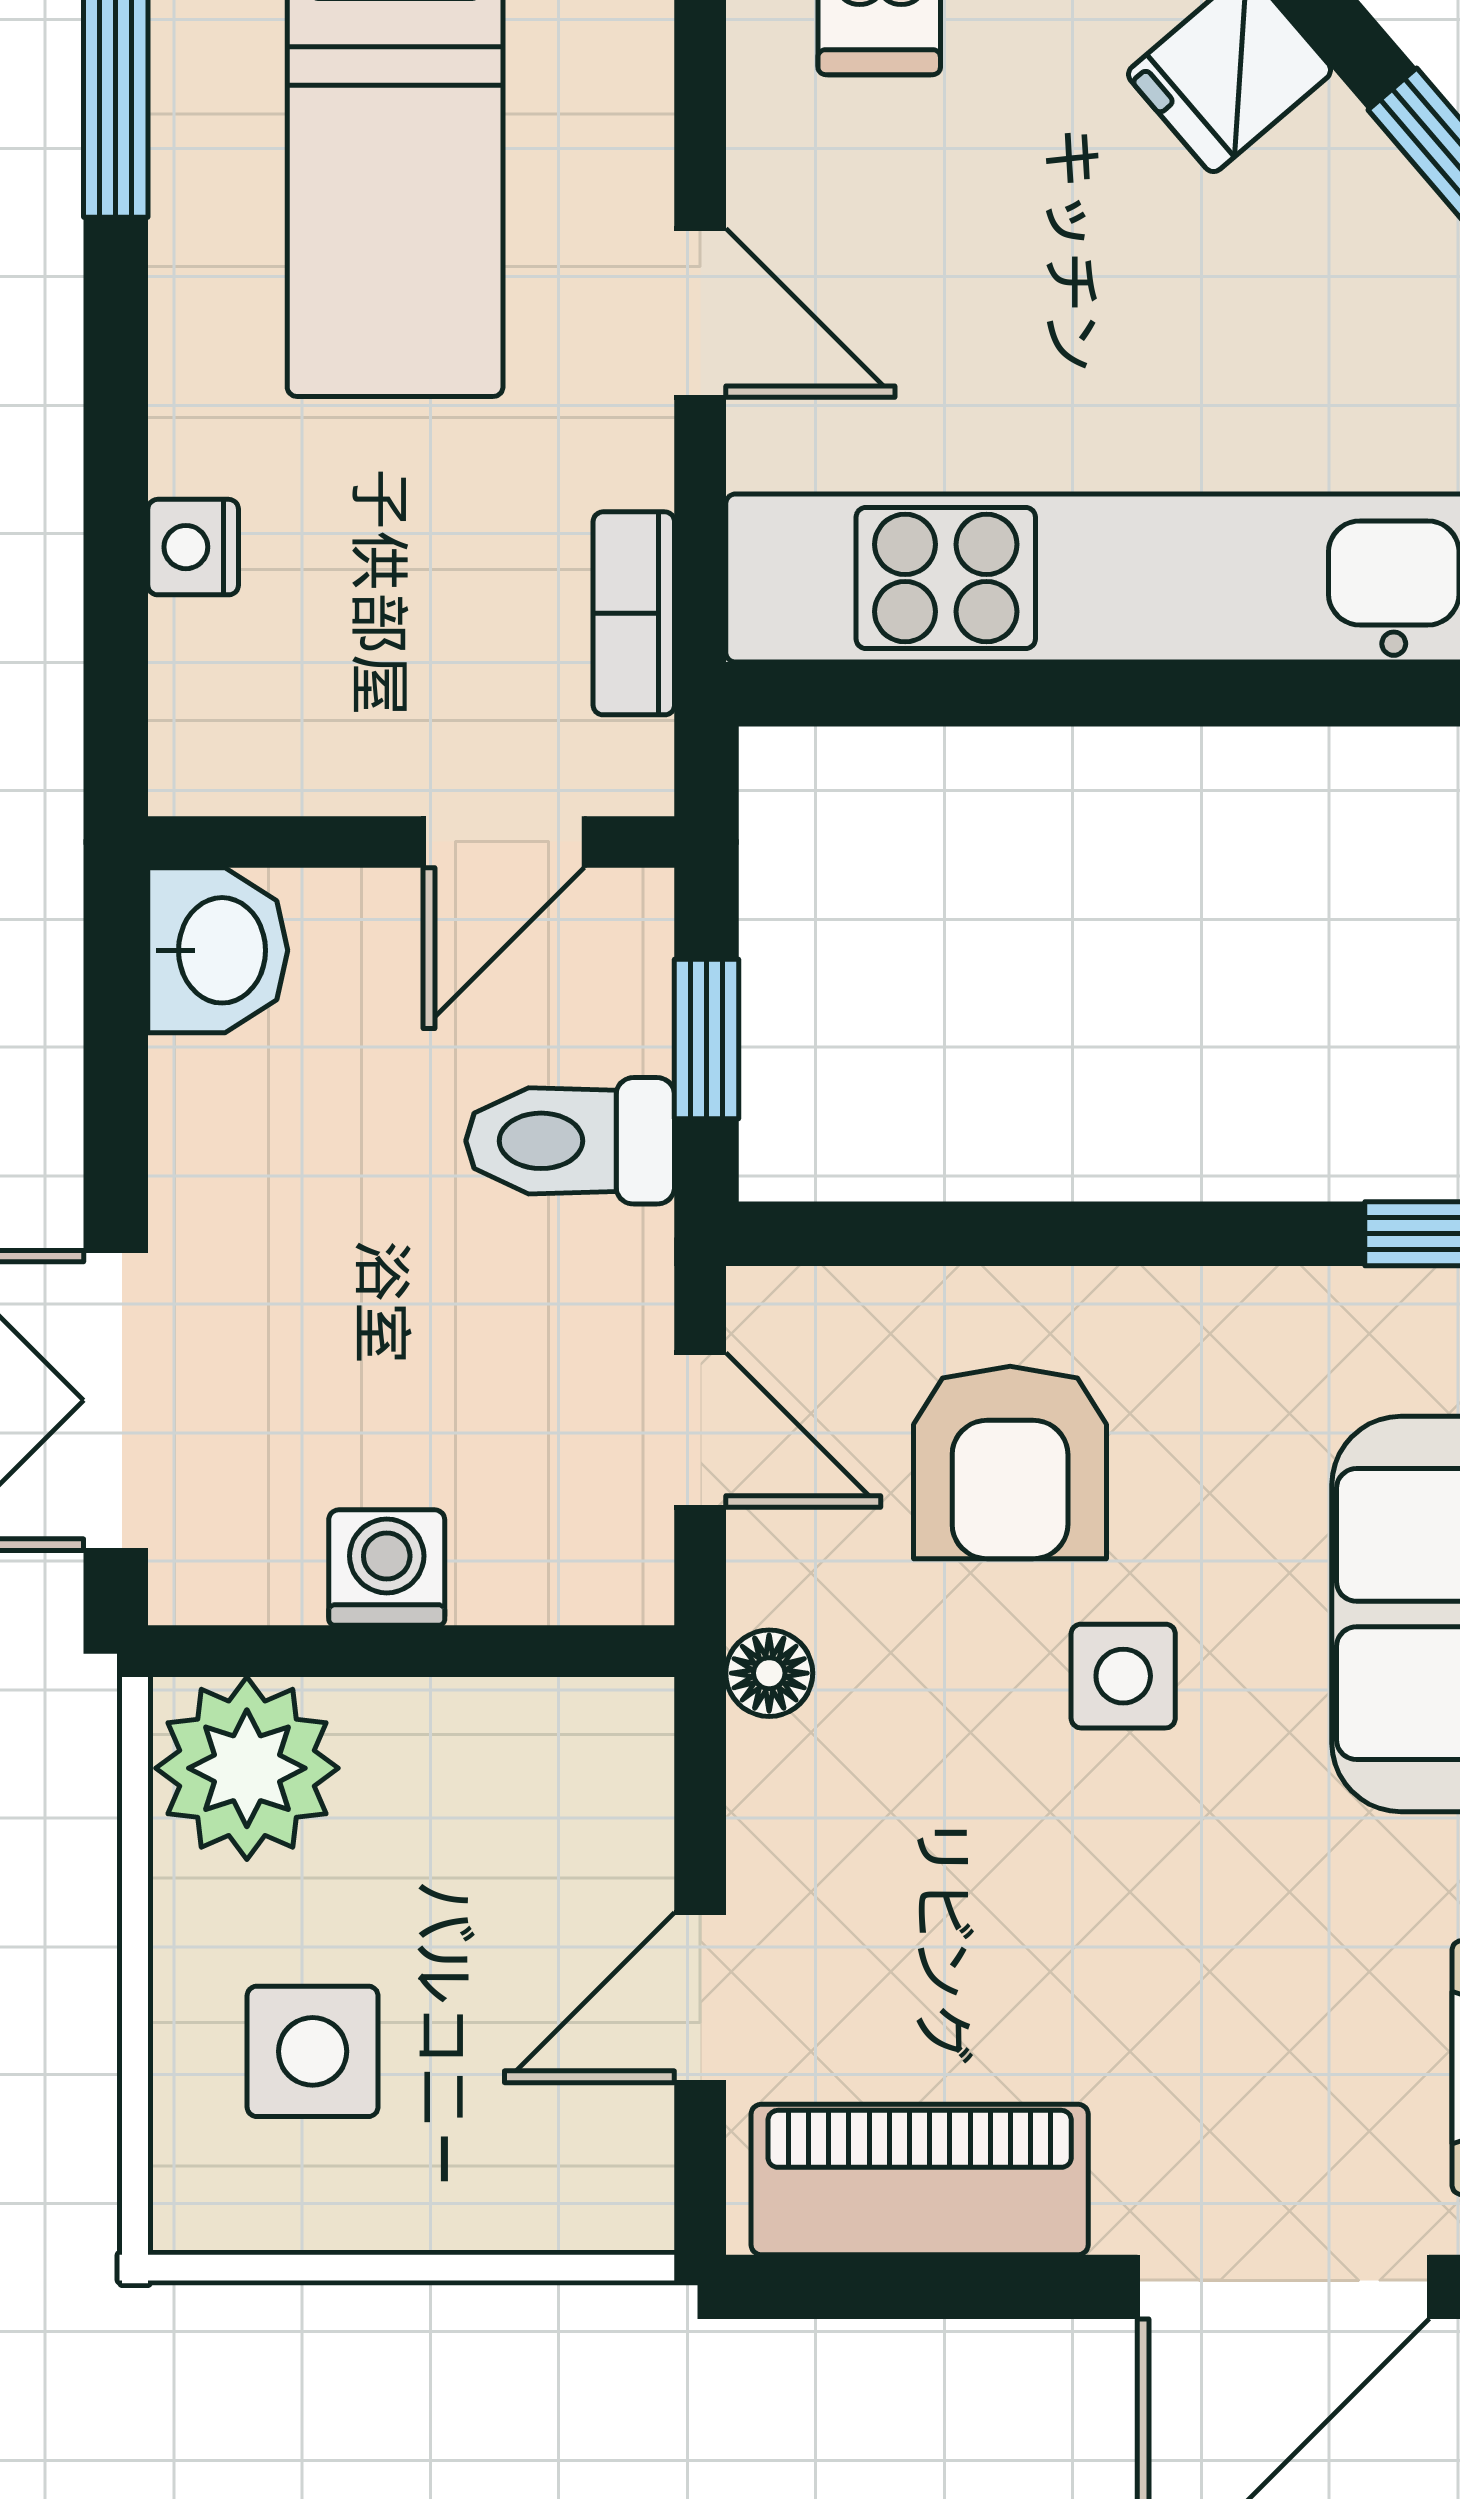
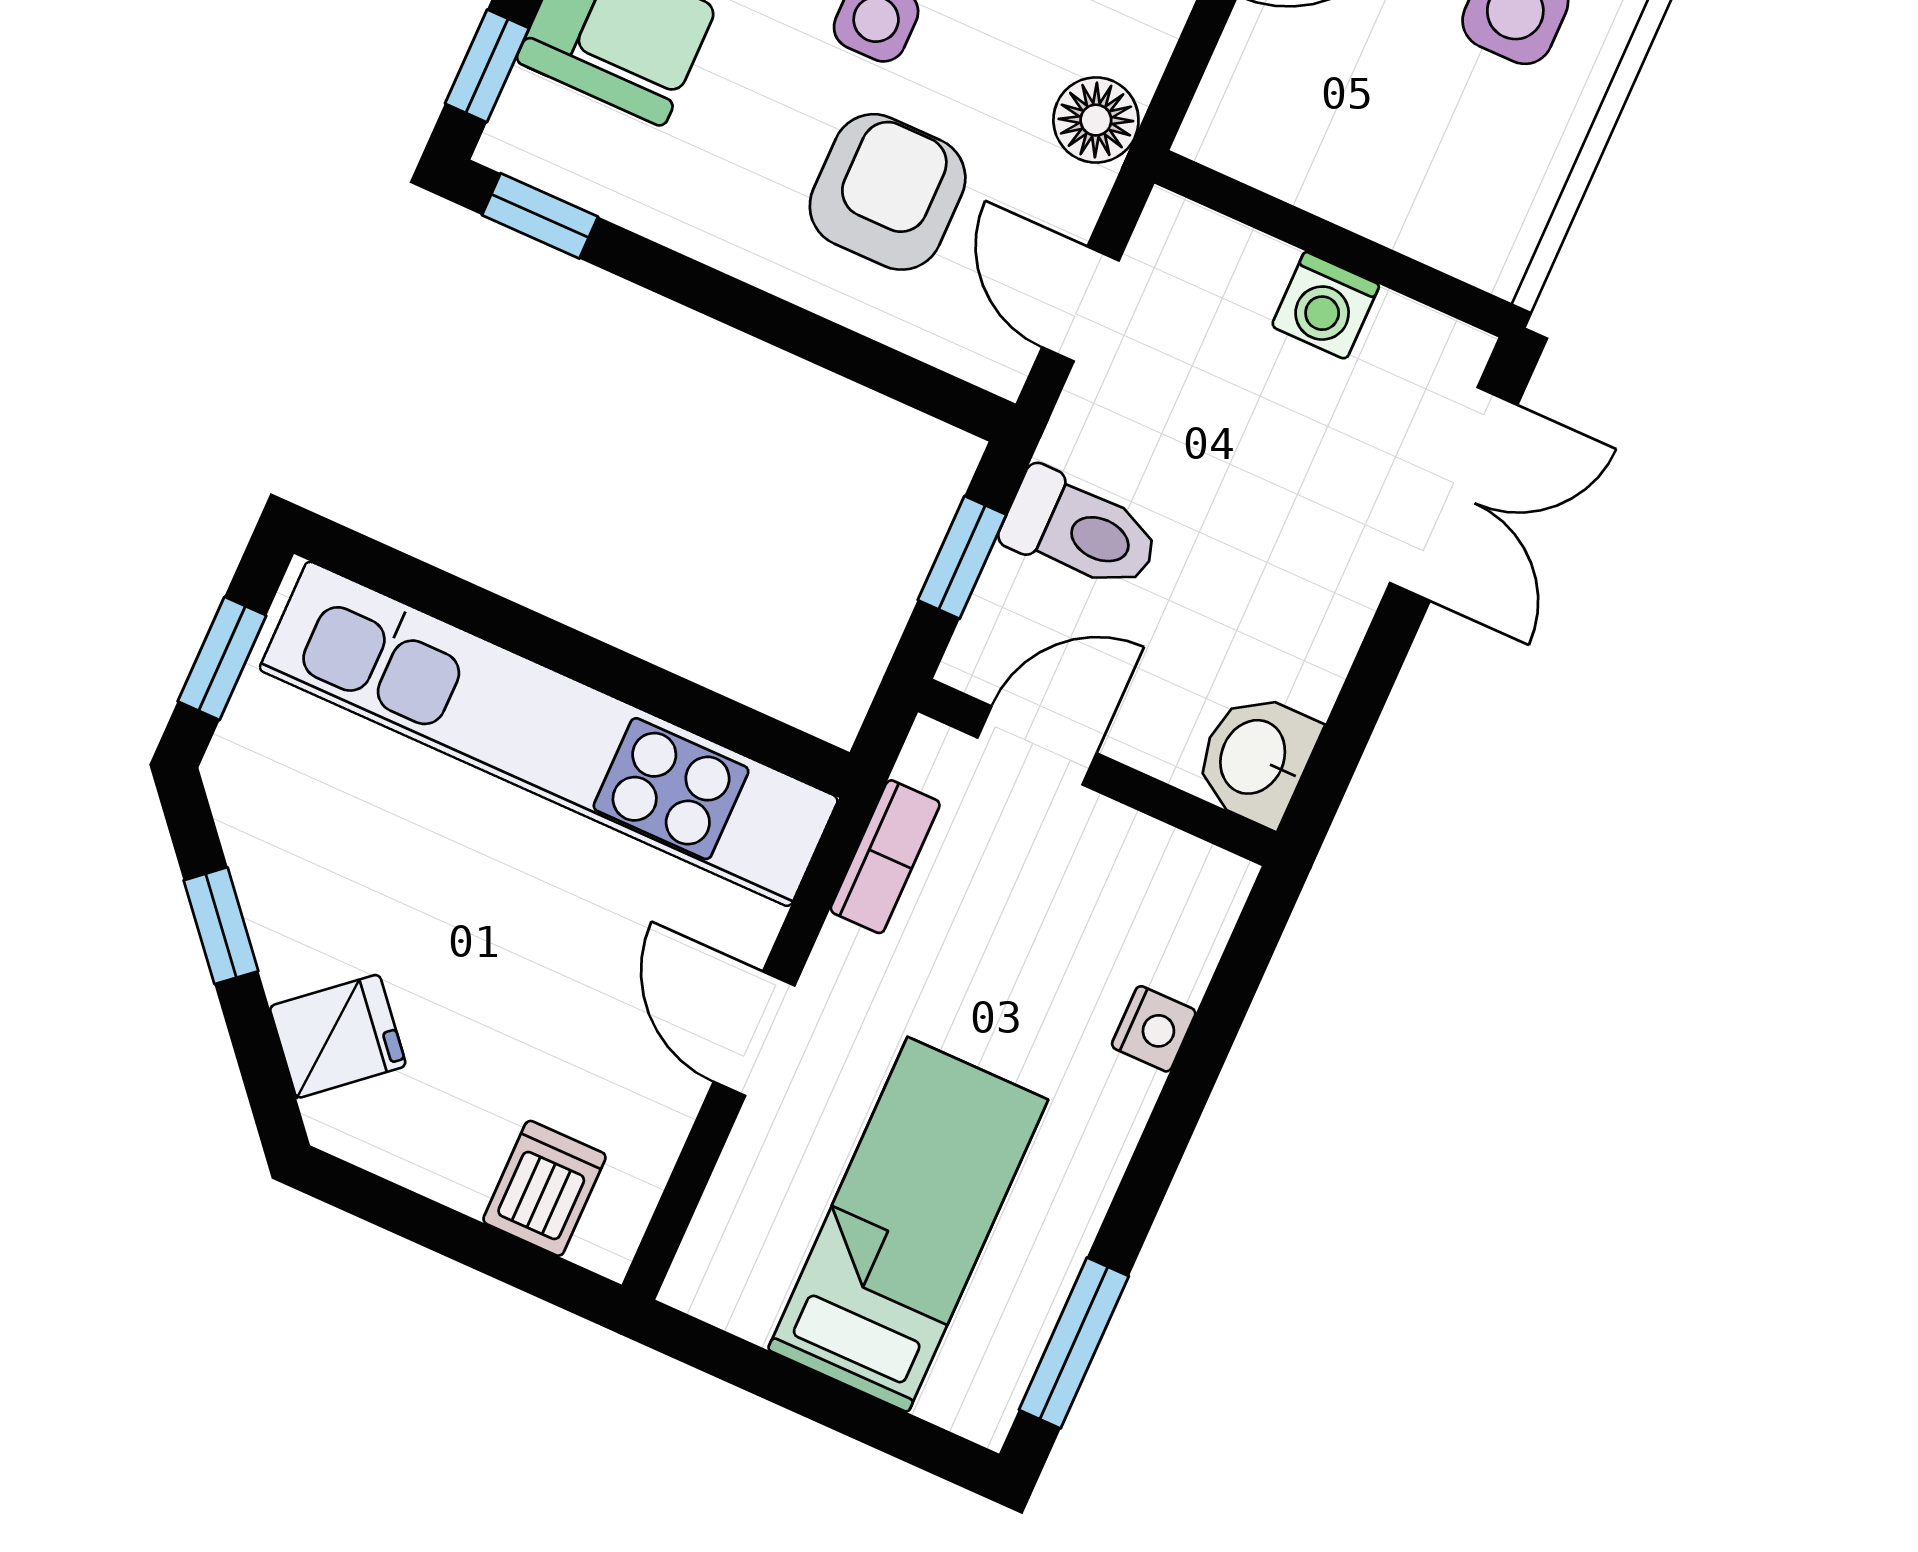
floor lamp: (769, 1673) -> (1096, 120), width x1.37, depth x1.37
plant: (247, 1768) -> (1475, 215), removed

